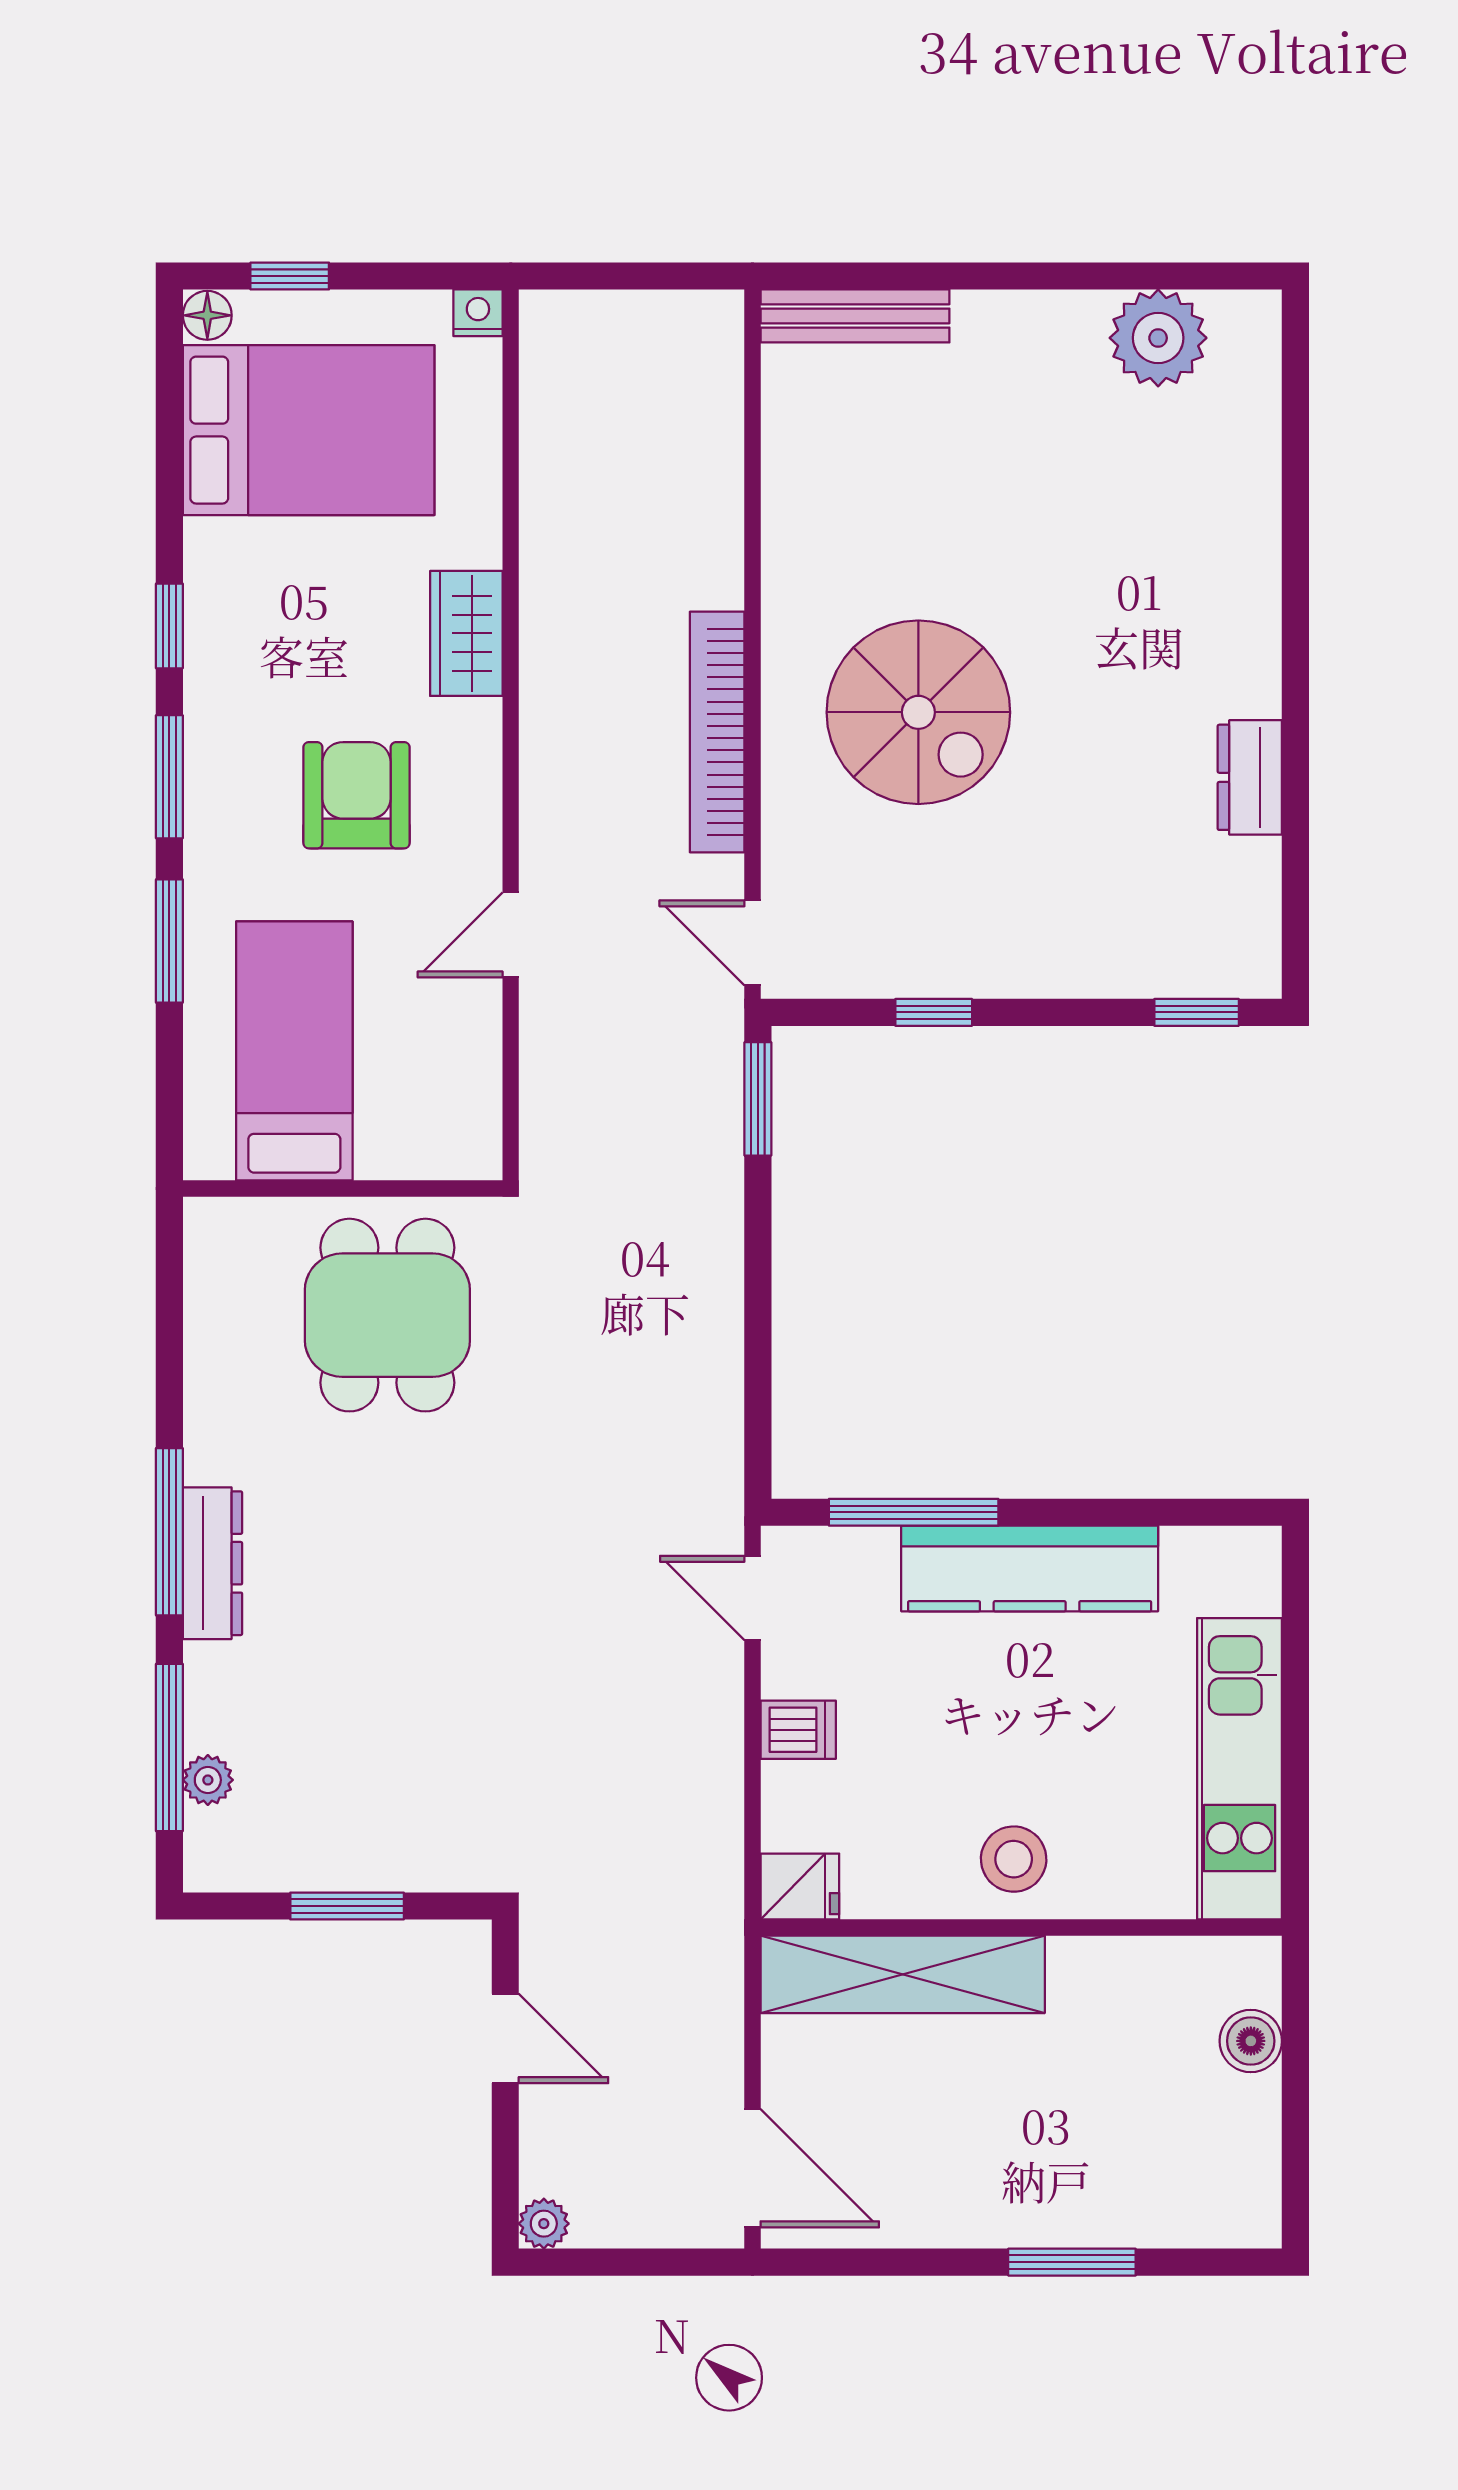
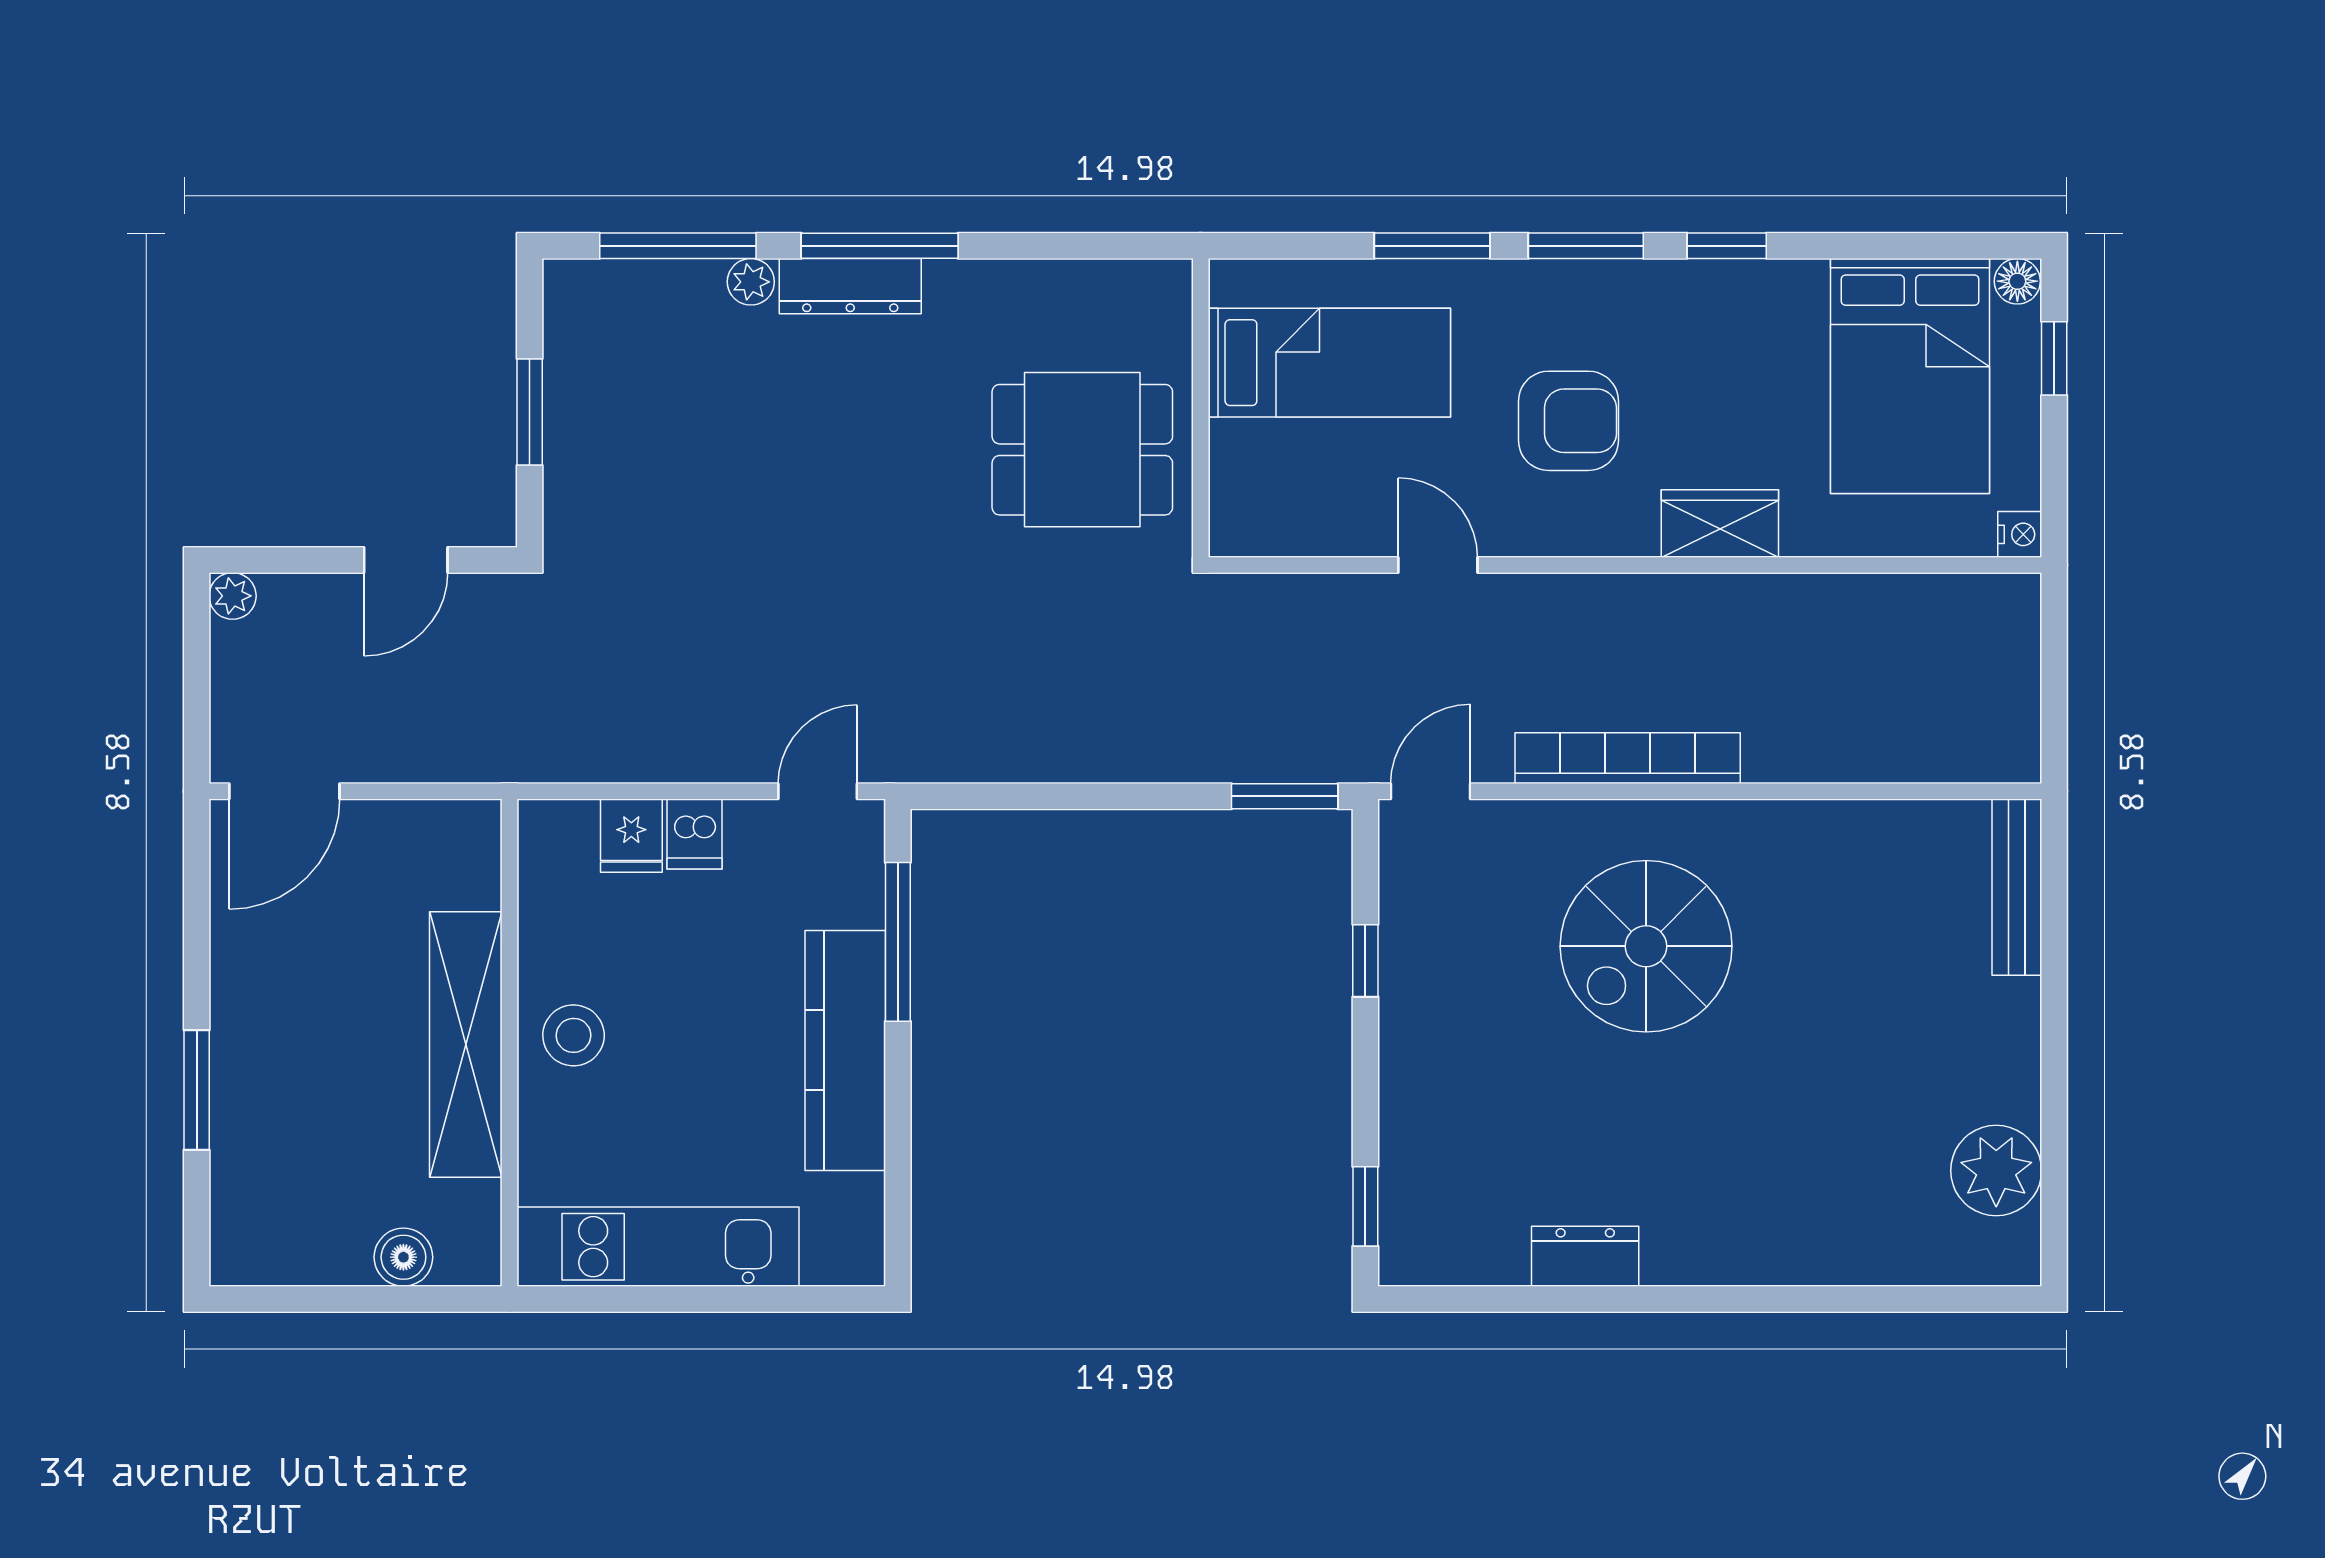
plant: (208, 1780) -> (751, 282), moved
fridge: (800, 1886) -> (631, 836), moved
shelving: (903, 1974) -> (466, 1044), moved

